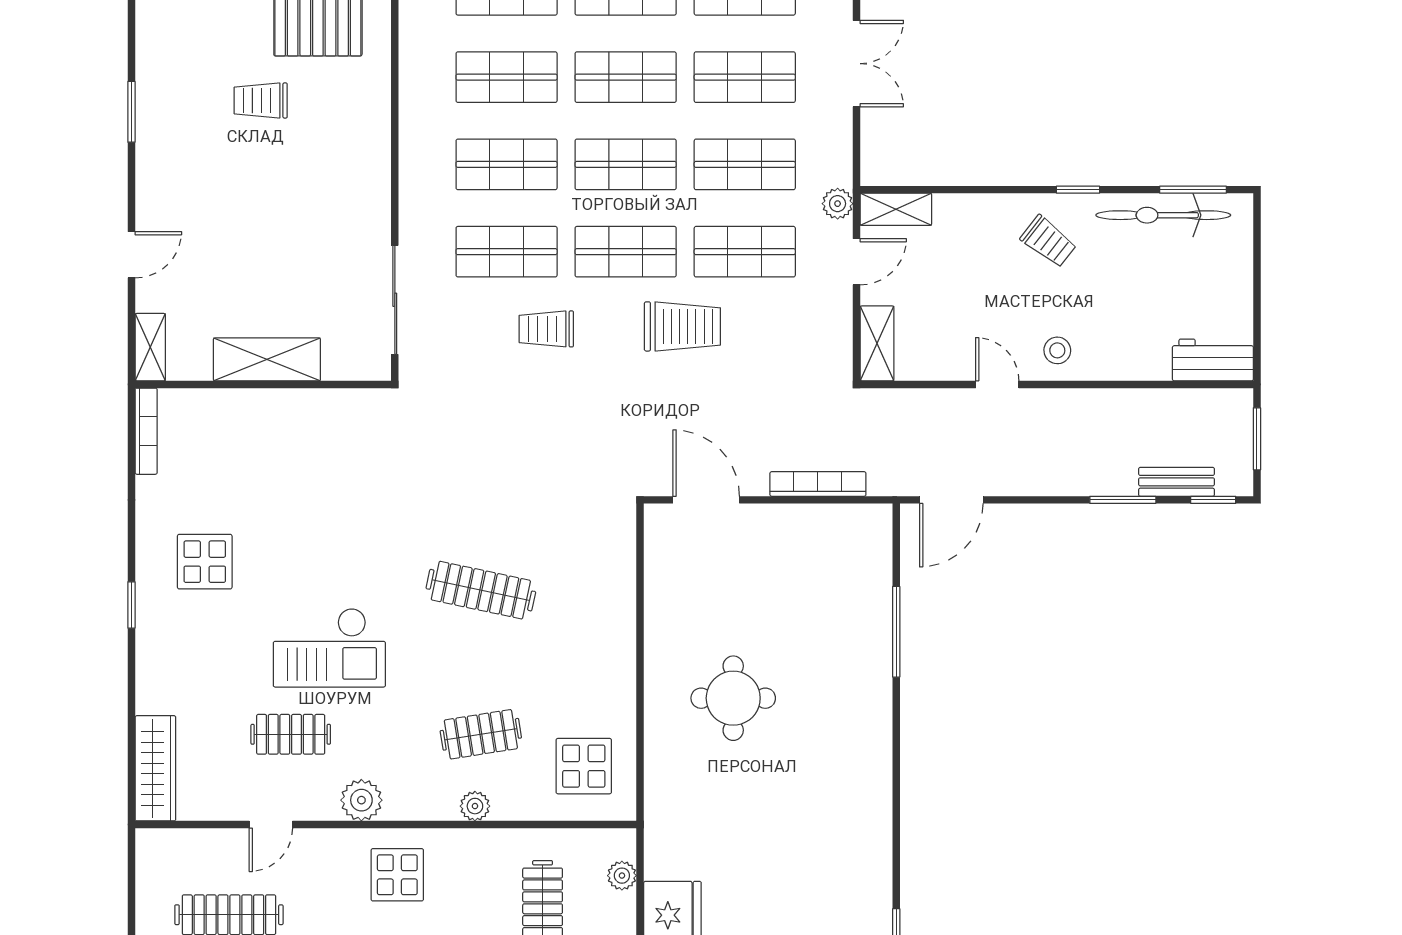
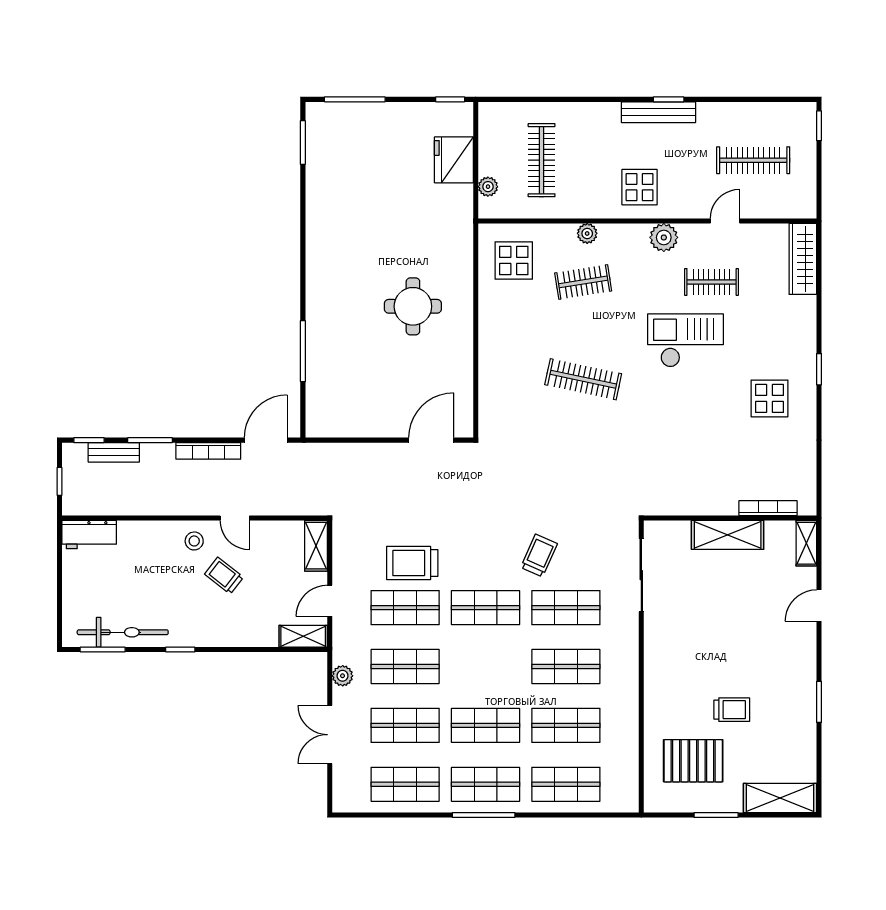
shop shelf: (626, 164) -> (485, 667), removed
plant: (838, 204) -> (343, 676), moved
trolley: (1048, 241) -> (224, 576), moved
trolley: (682, 326) -> (412, 563), moved
trolley: (546, 329) -> (539, 555), turned -66
bookcase: (146, 431) -> (768, 508), moved, turned 90
window: (1257, 439) -> (59, 481), width x0.67
bookcase: (818, 484) -> (208, 451), moved
door: (706, 500) -> (431, 440), swing flipped

